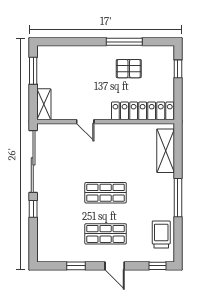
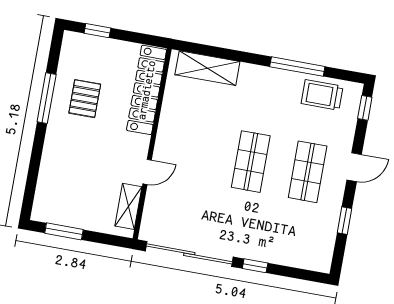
shelving: (44, 104) -> (128, 206), moved, turned 90
window: (178, 198) -> (297, 67), moved

